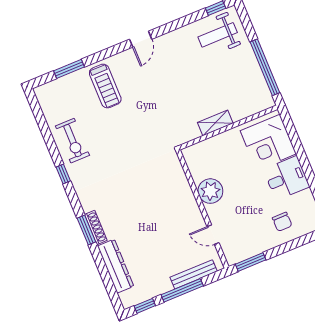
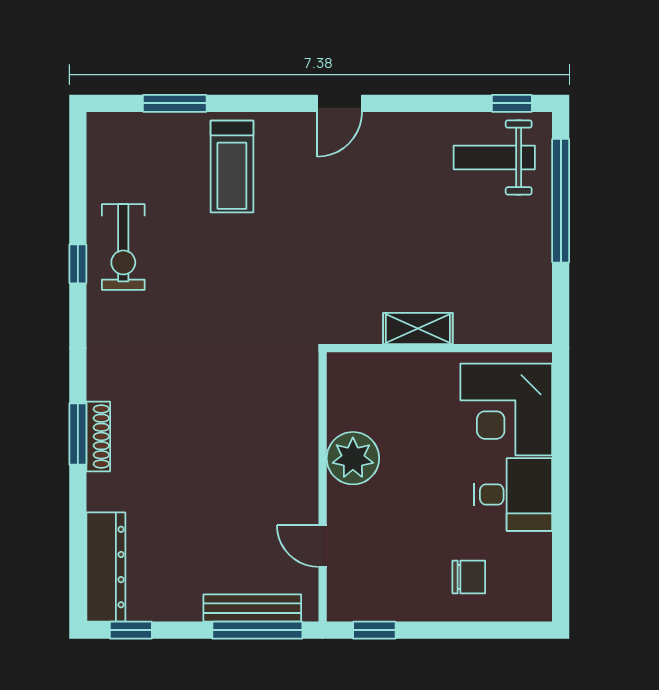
window: (265, 67) -> (561, 201), moved
window: (63, 174) -> (78, 264), moved
chair: (282, 222) -> (469, 577), turned -90
window: (251, 262) -> (374, 630), width x0.67
dresser: (116, 266) -> (106, 567), moved
window: (182, 290) -> (257, 630), moved

